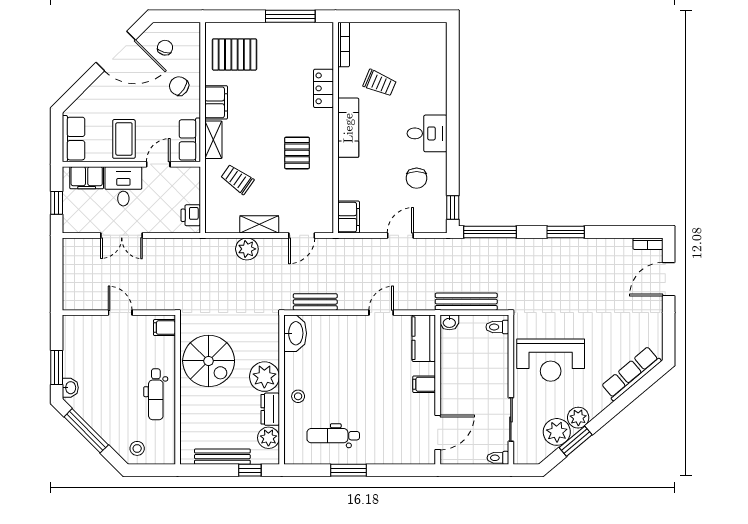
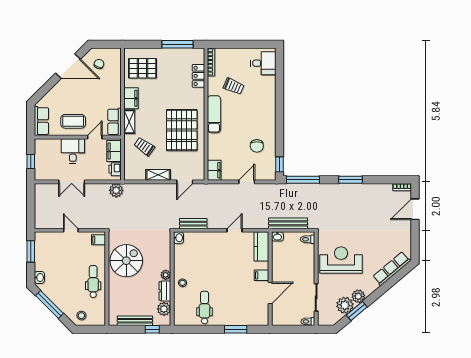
chair: (179, 86) -> (108, 88), removed
locker: (323, 88) -> (198, 76), moved
desk: (427, 133) -> (263, 63), moved
coffee table: (124, 139) -> (73, 121), turned 90
pallet: (297, 153) -> (182, 130), width x2.05, depth x2.00
filing cabinet: (87, 178) -> (114, 151), moved, turned 90
plant: (247, 249) -> (116, 190), moved
washbasin: (295, 333) -> (178, 238), width x0.52, depth x0.69
reception desk: (551, 360) -> (341, 260), turned 180
spiral stairs: (209, 361) -> (126, 261), turned -90
window: (57, 367) -> (31, 251), moved
plant: (264, 377) -> (166, 275), width x0.53, depth x0.53
dental chair: (156, 394) -> (93, 282), turned 180
door: (438, 432) -> (270, 293), moved
dental chair: (333, 436) -> (204, 308), turned 90
window: (348, 470) -> (236, 329), moved

